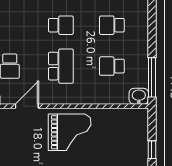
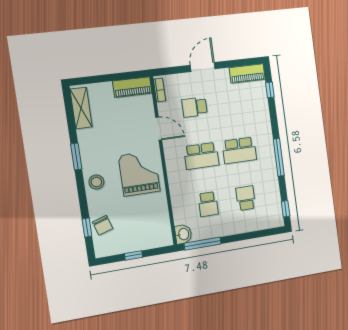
school desk: (61, 25) -> (239, 150), width x1.85
school desk: (112, 66) -> (208, 204), turned 180
grand piano: (70, 132) -> (139, 173), turned 180

